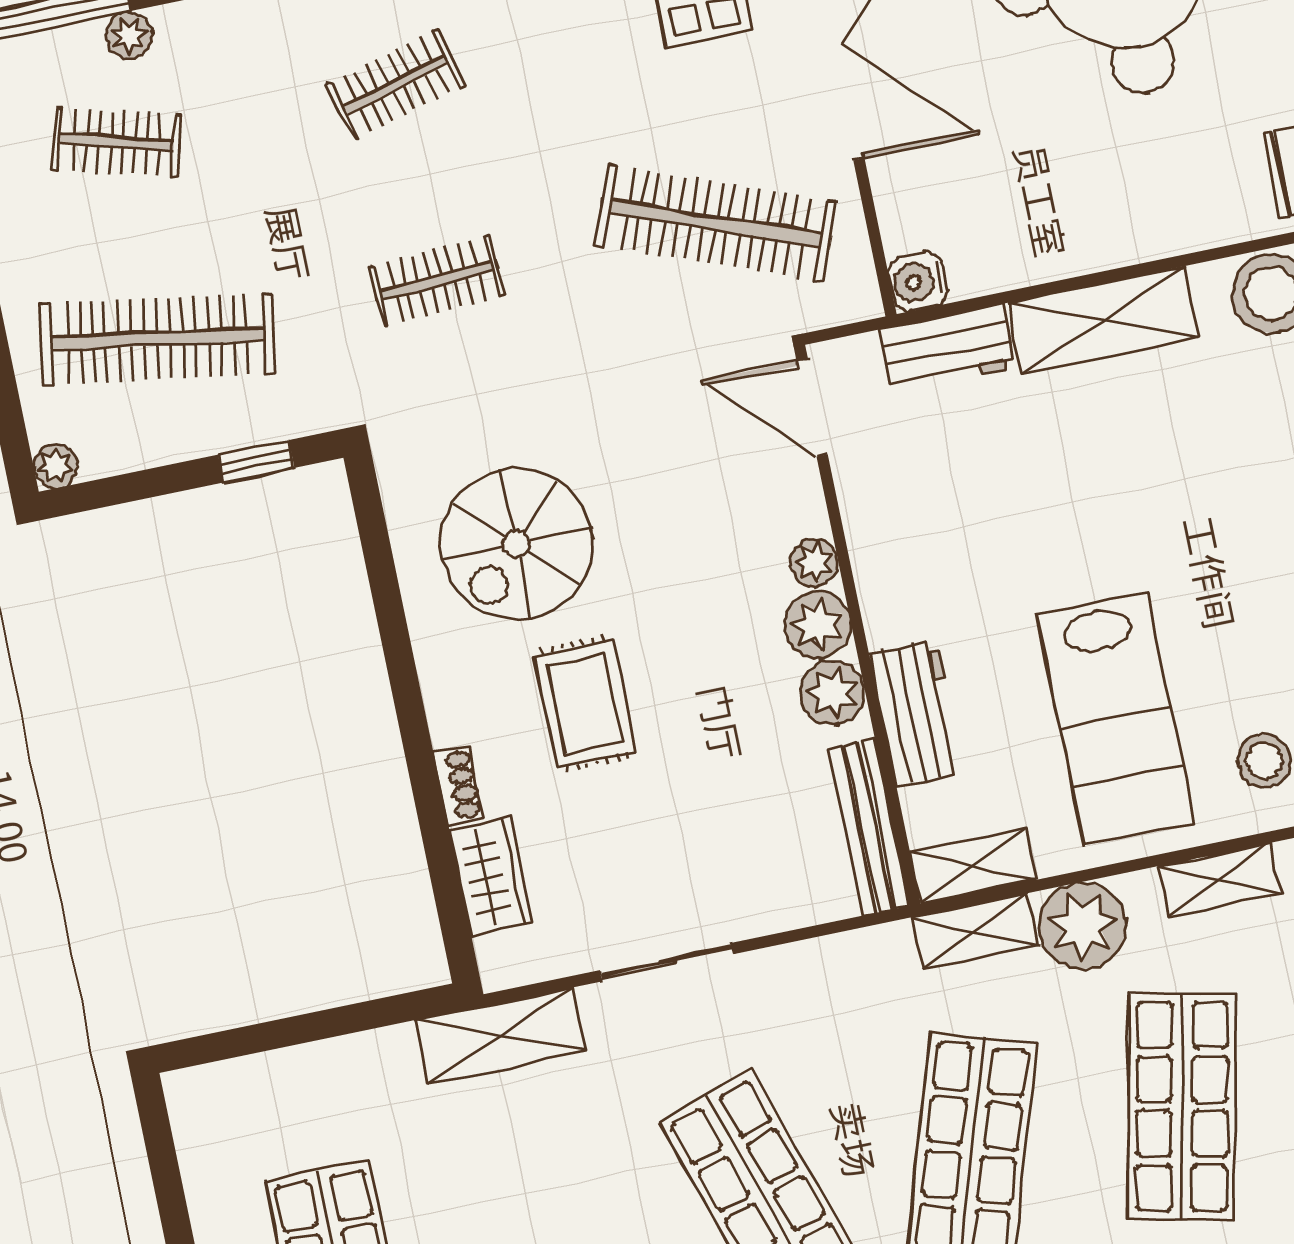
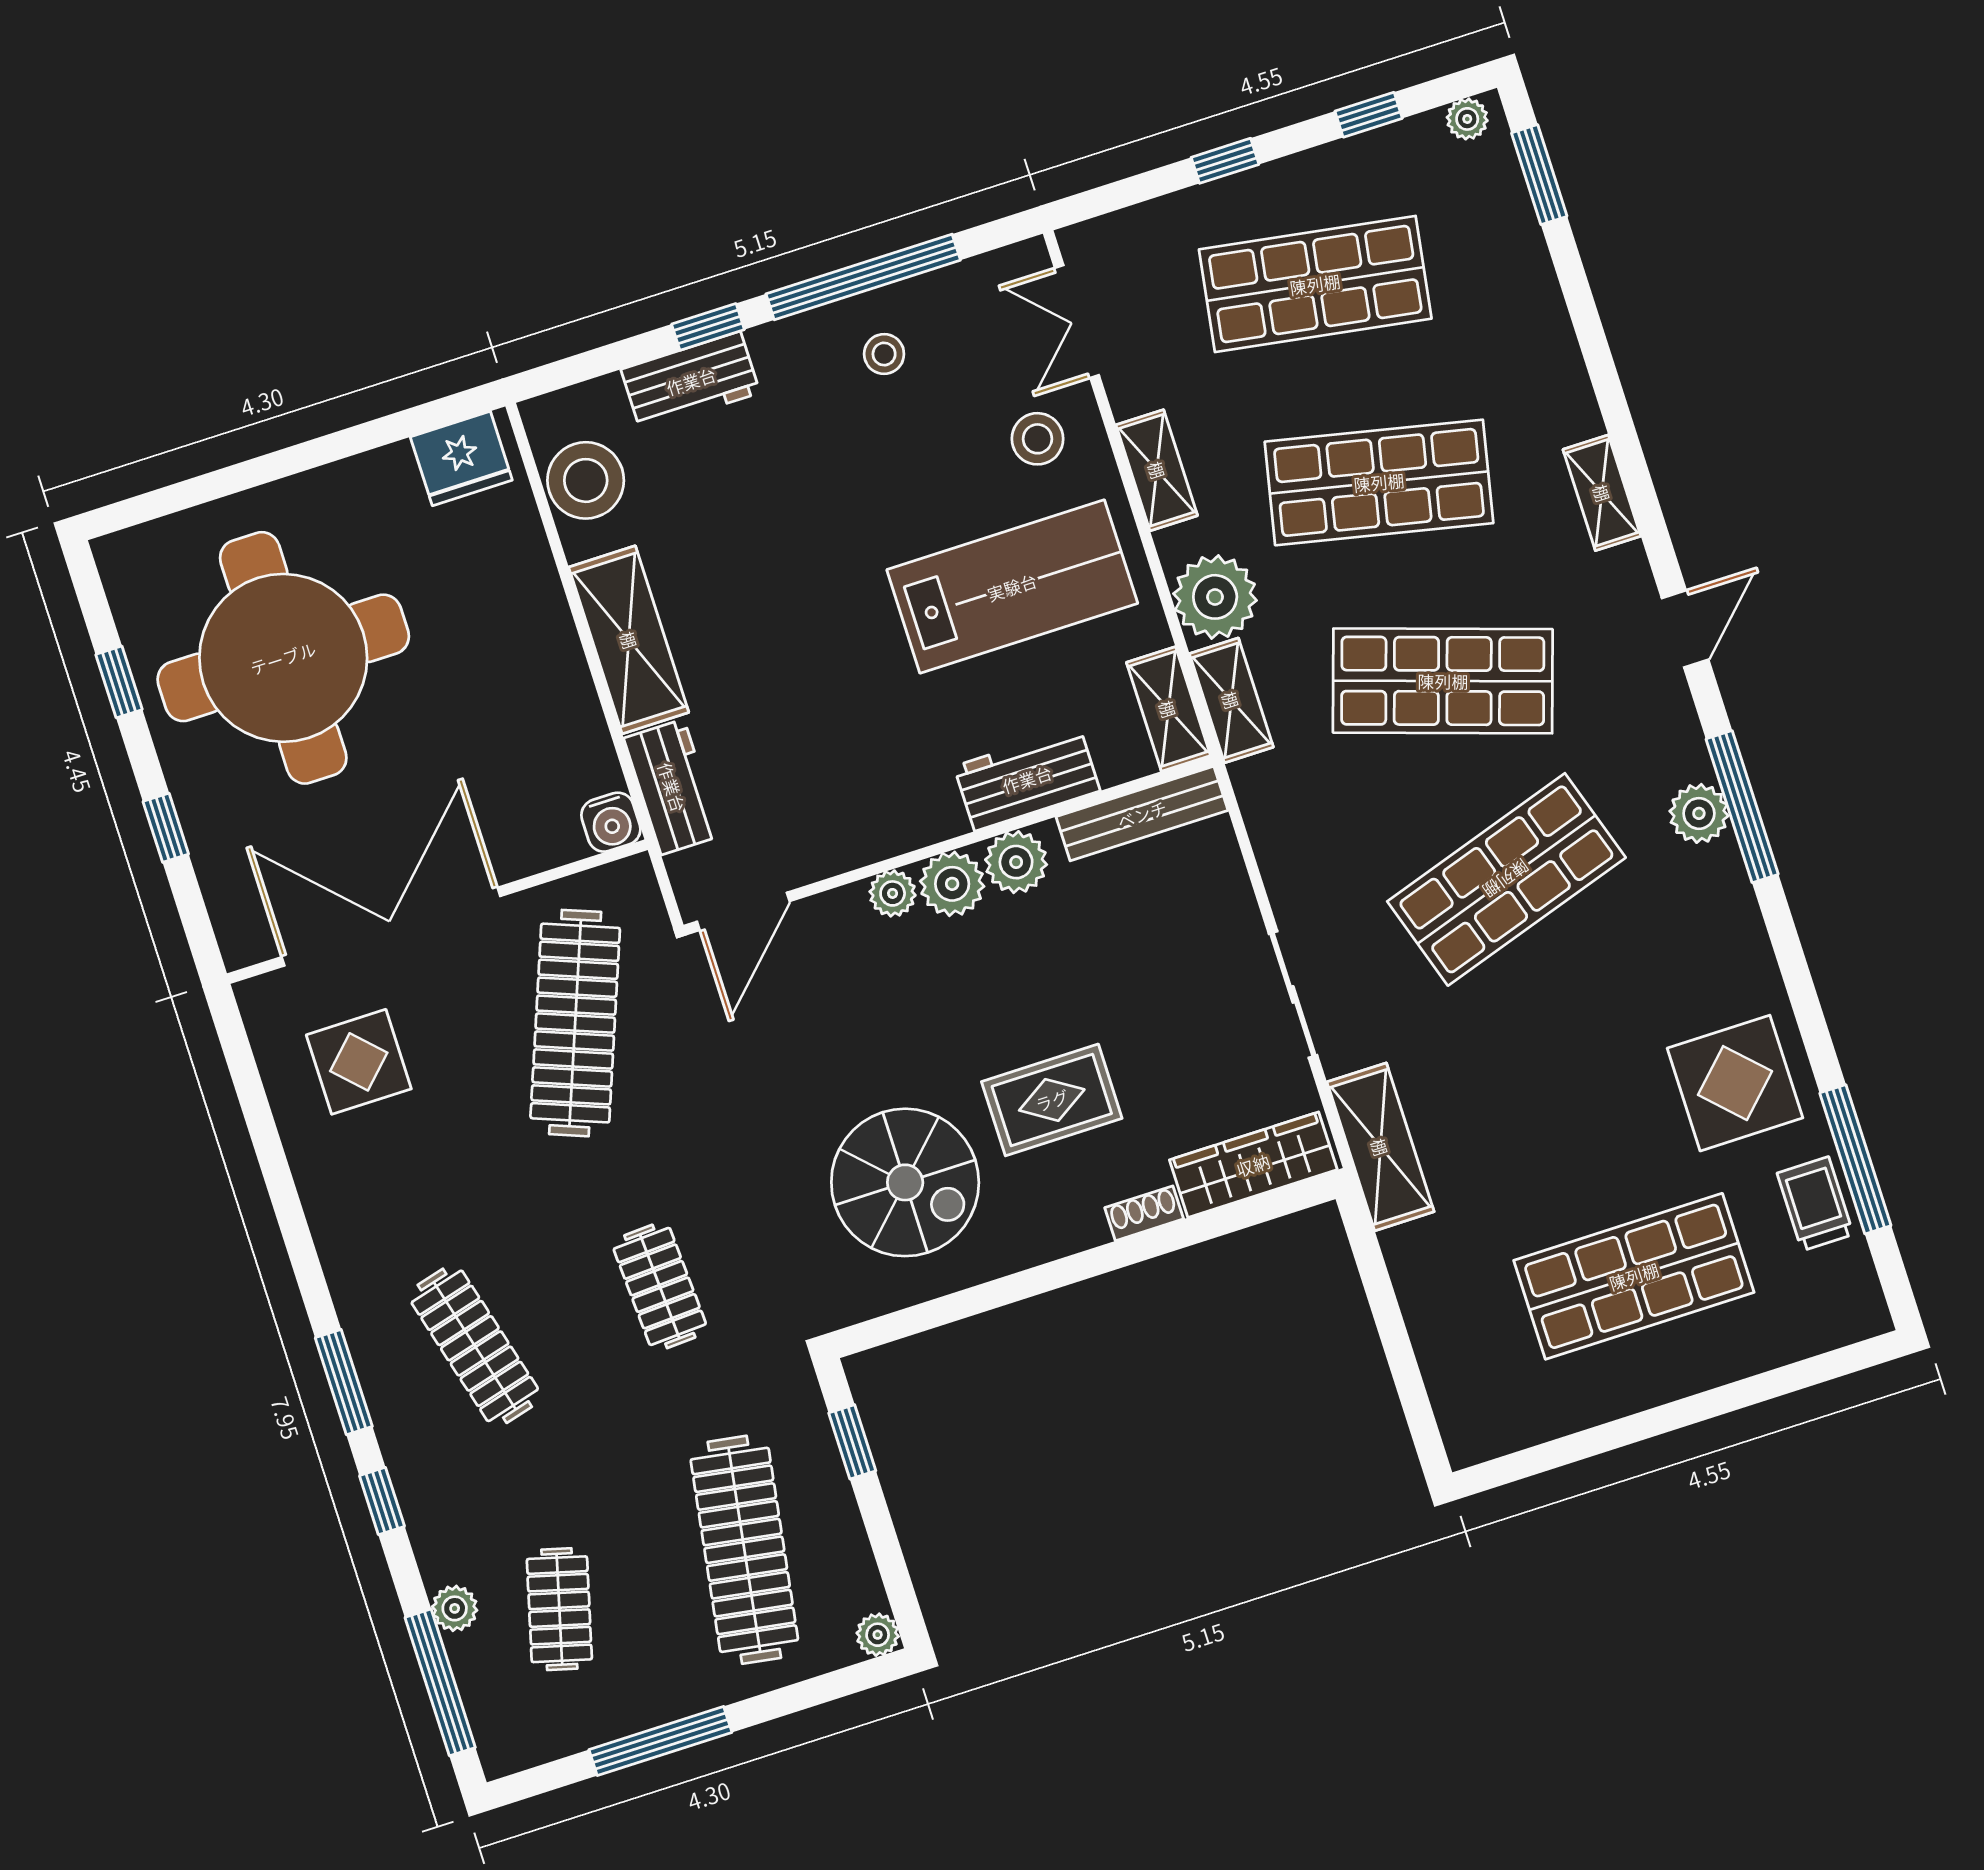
clothes rail: (396, 85) -> (475, 1346), width x1.36
wardrobe: (491, 876) -> (1253, 1165), width x1.50

